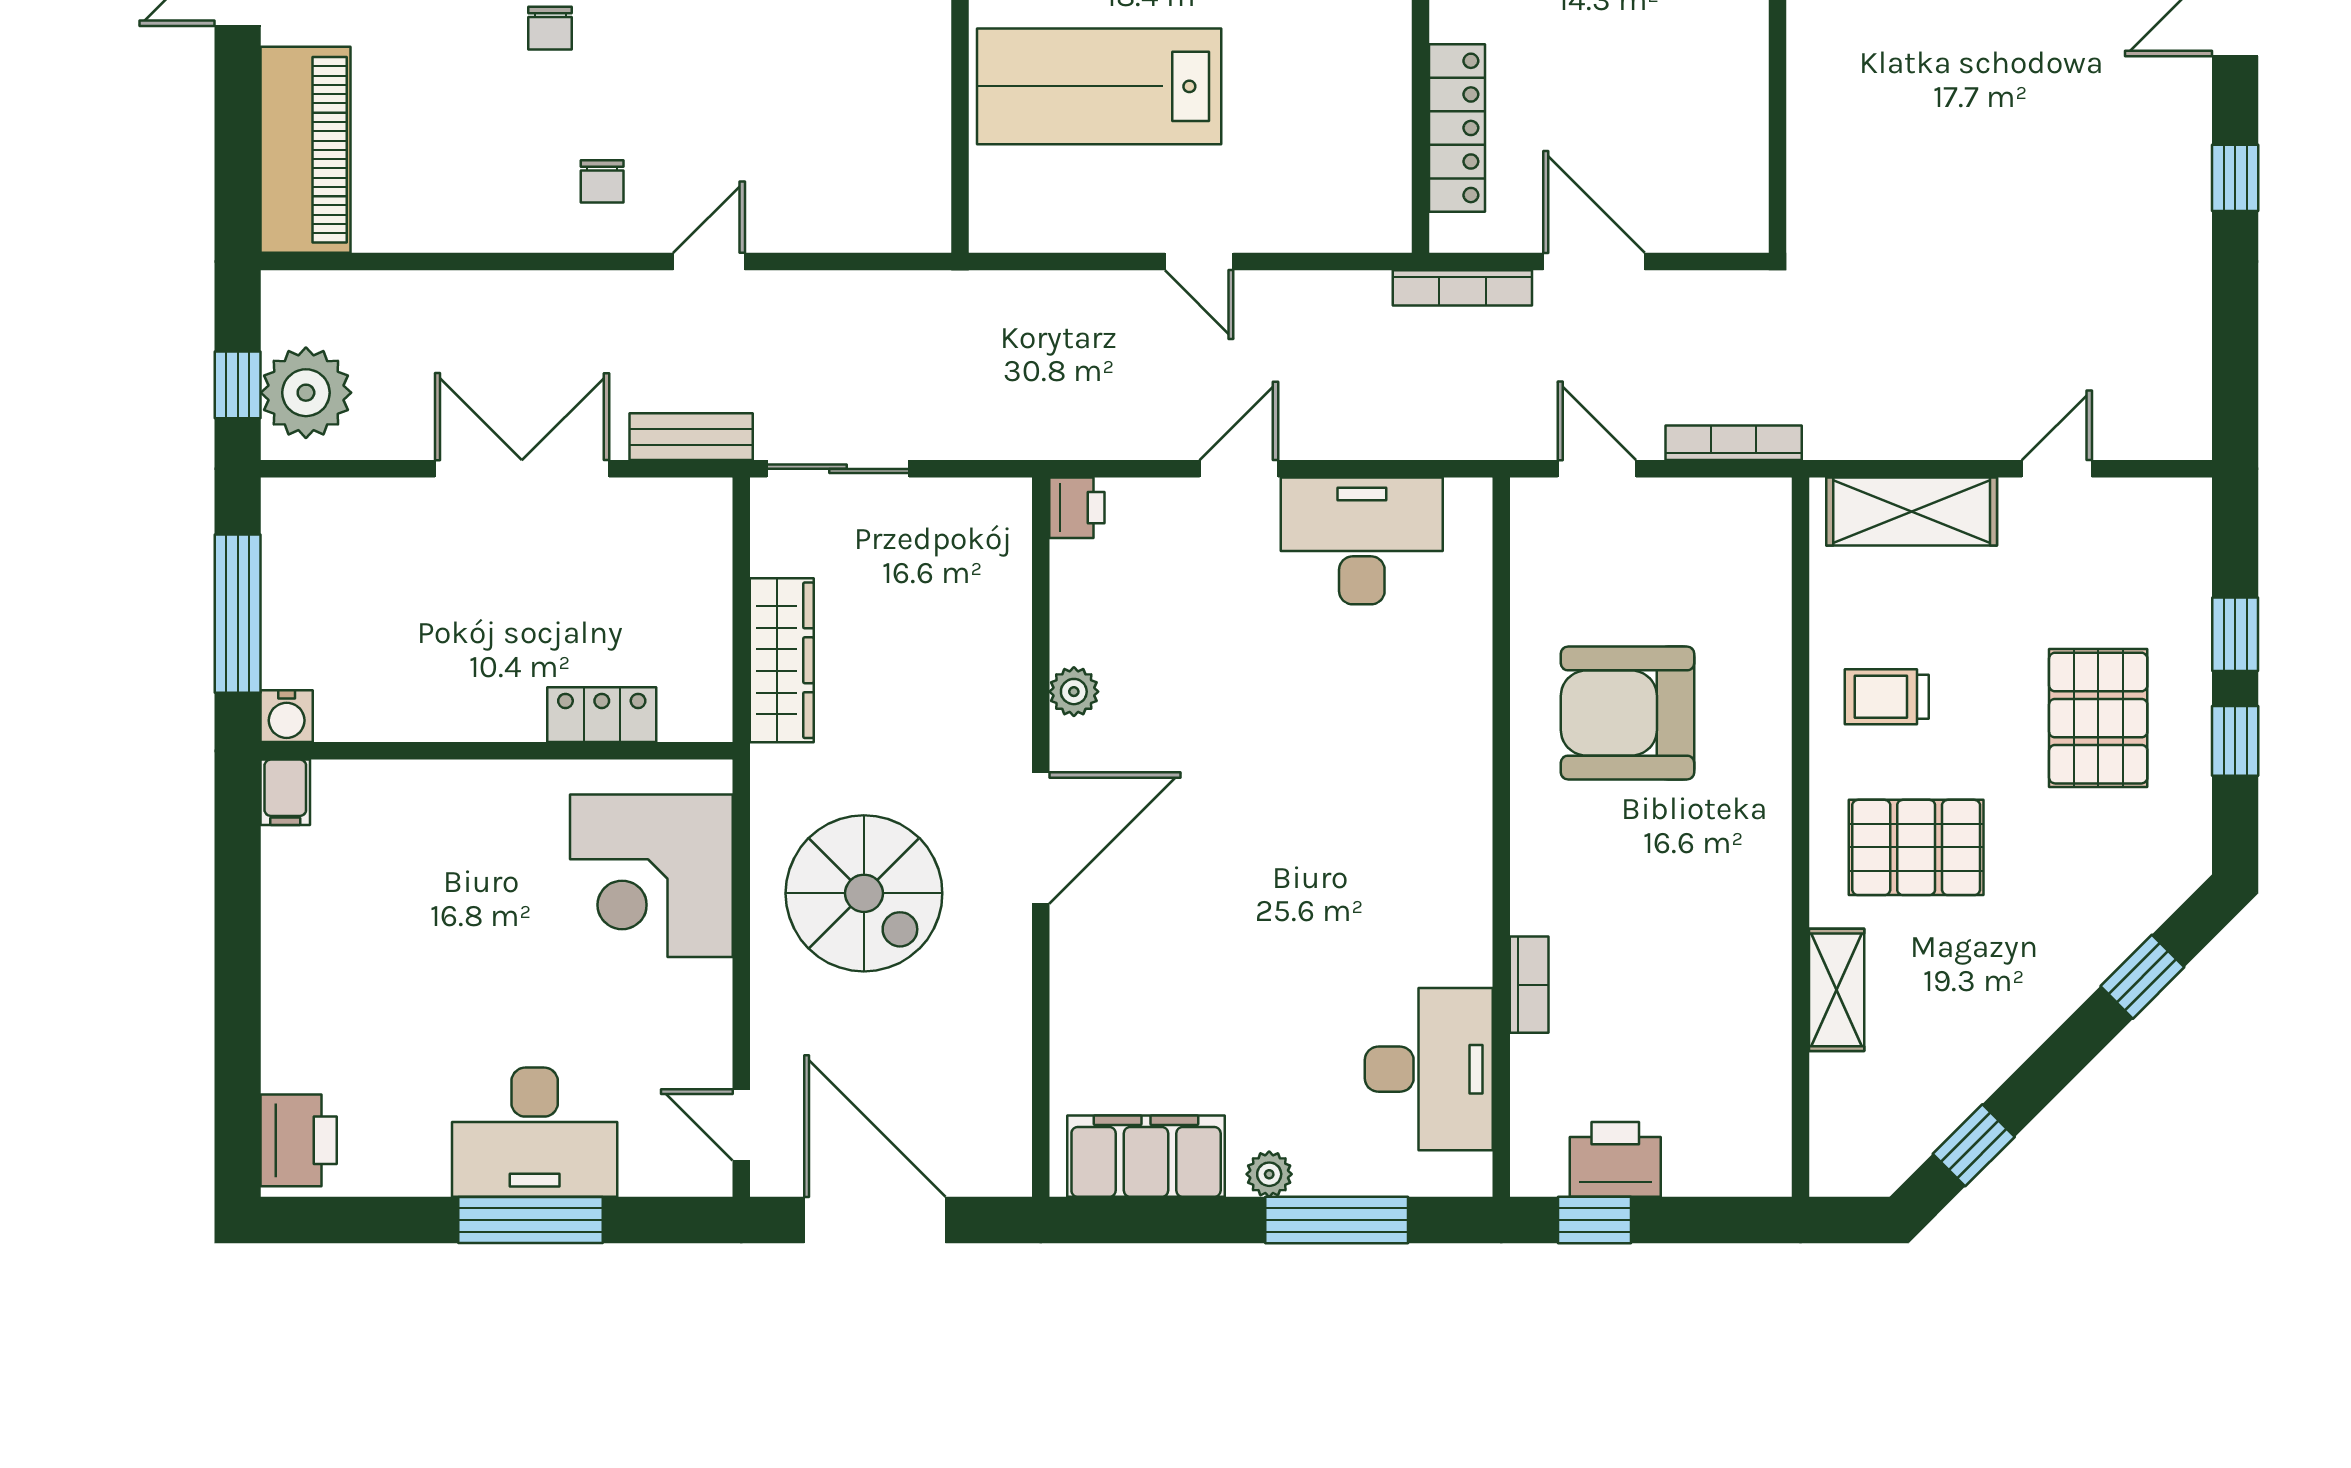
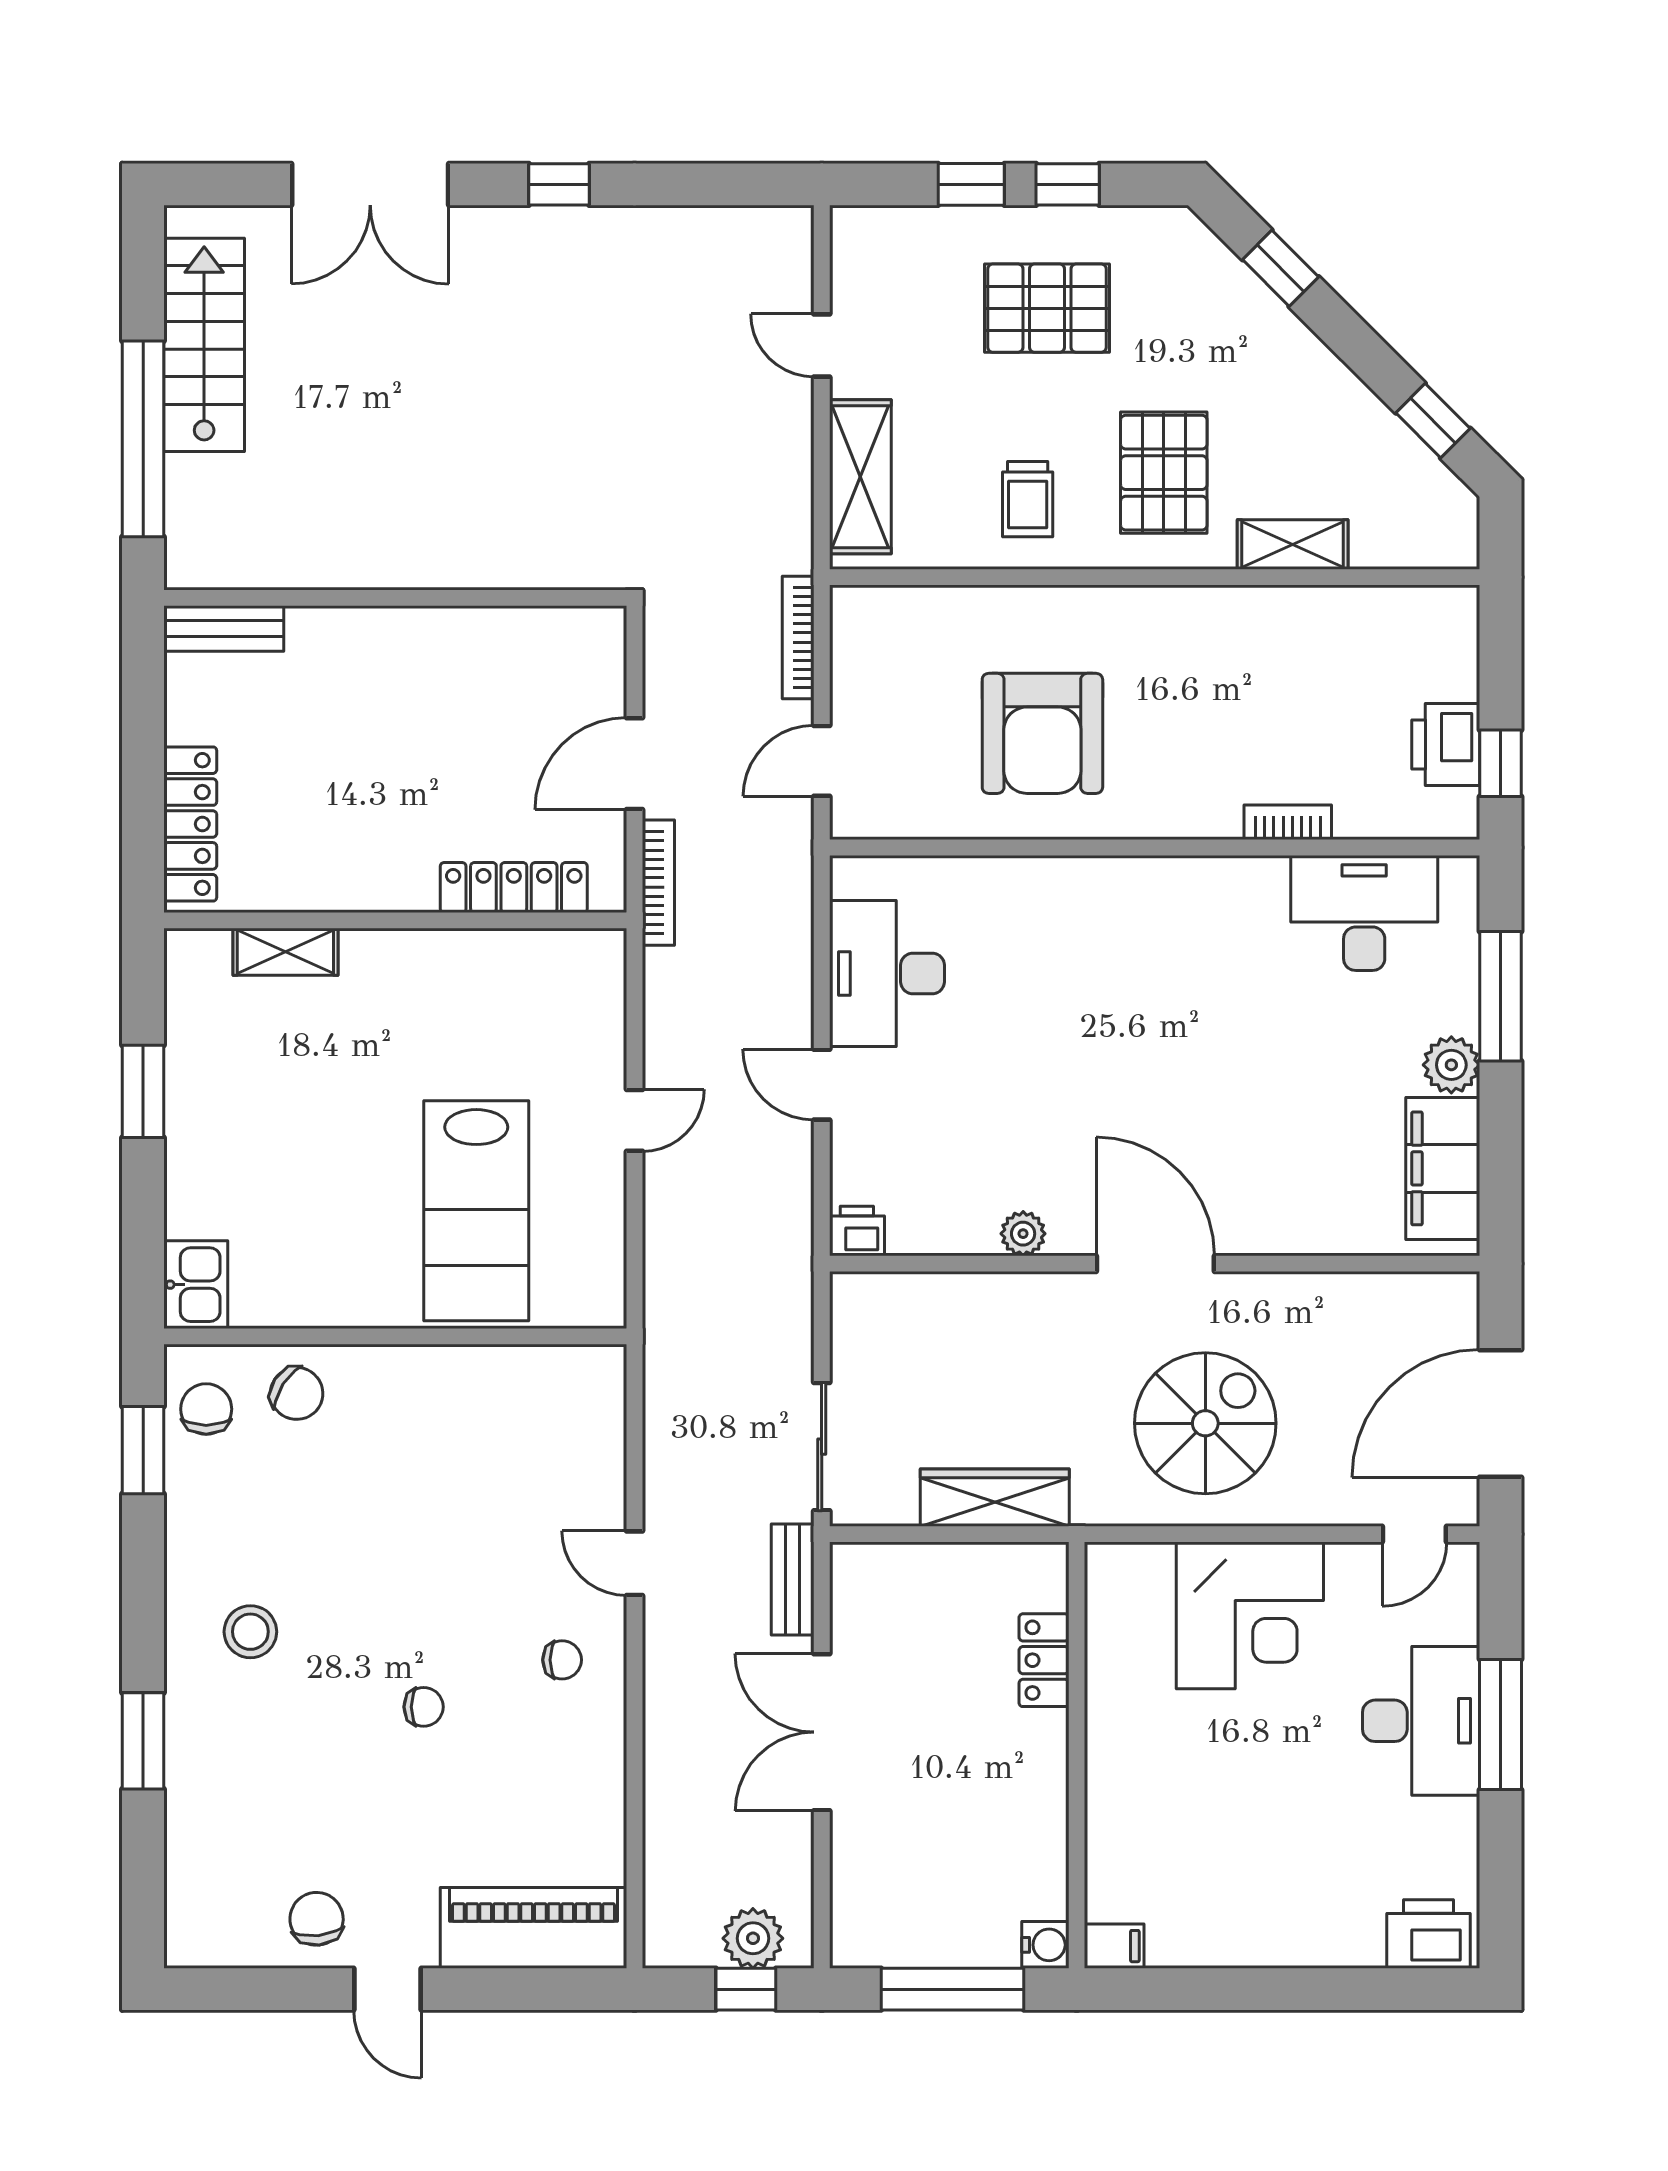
plant: (306, 393) -> (753, 1938), width x0.73, depth x0.73
corner desk: (651, 876) -> (1250, 1615), moved
plant: (1269, 1174) -> (1451, 1065), width x1.38, depth x1.38

